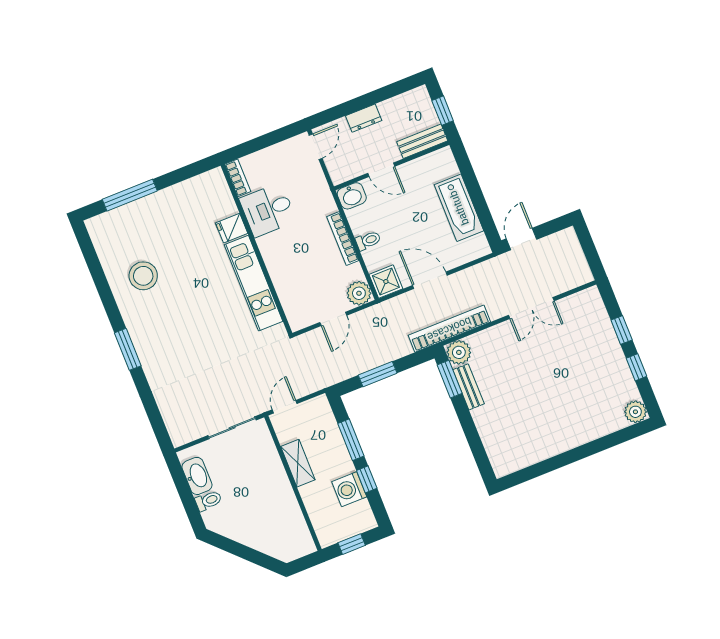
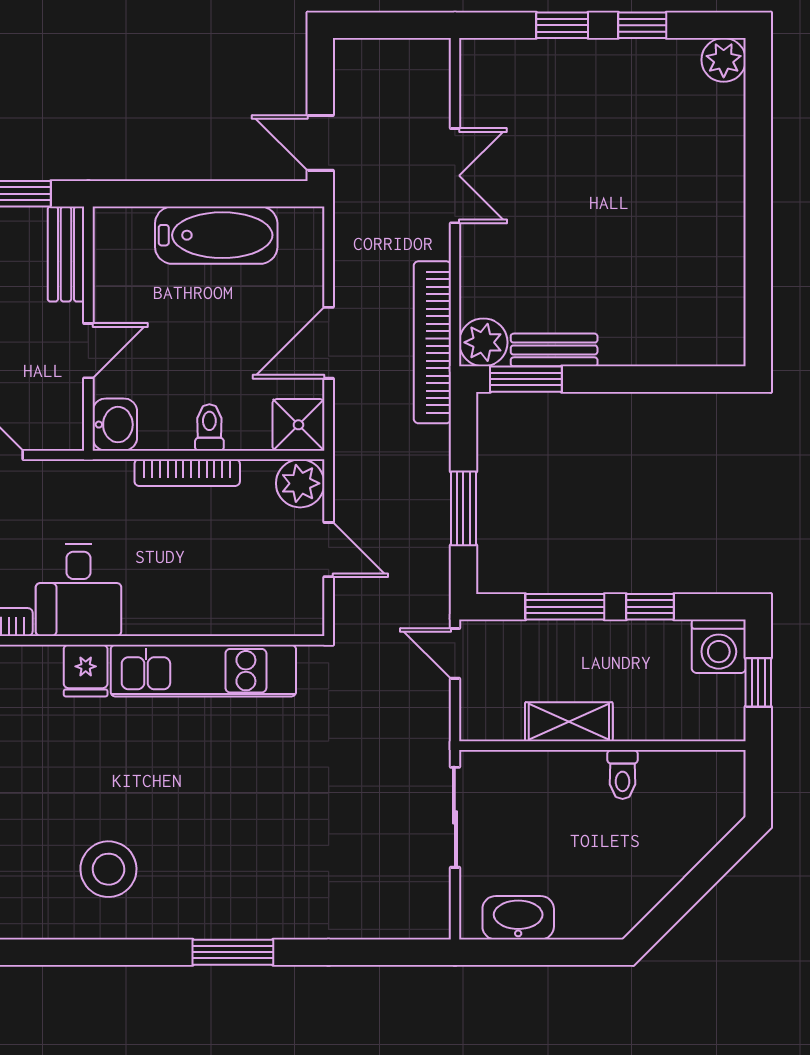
door: (285, 407) -> (455, 653), moved
washing machine: (349, 489) -> (719, 646), moved
toilet: (208, 501) -> (623, 775), moved, turned 180

